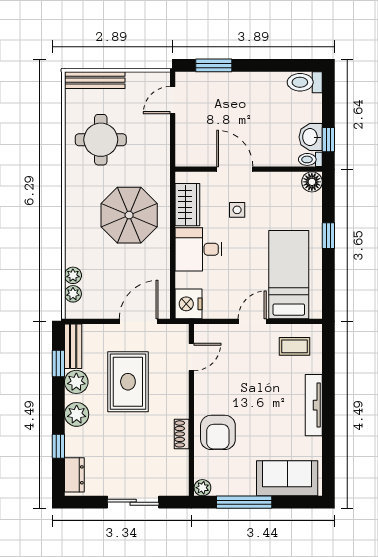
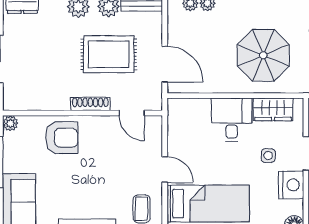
nightstand: (188, 304) -> (291, 185), moved, turned 90
armchair: (218, 432) -> (62, 138), turned 180
shoe rack: (182, 434) -> (90, 104), moved, width x1.43

